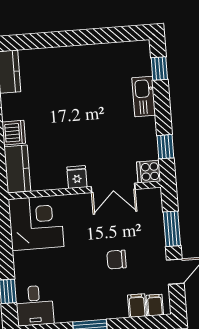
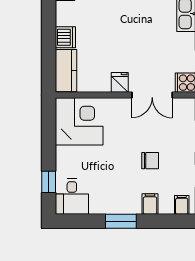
chair: (117, 260) -> (150, 161), turned 180
filing cabinet: (137, 306) -> (150, 204), moved

